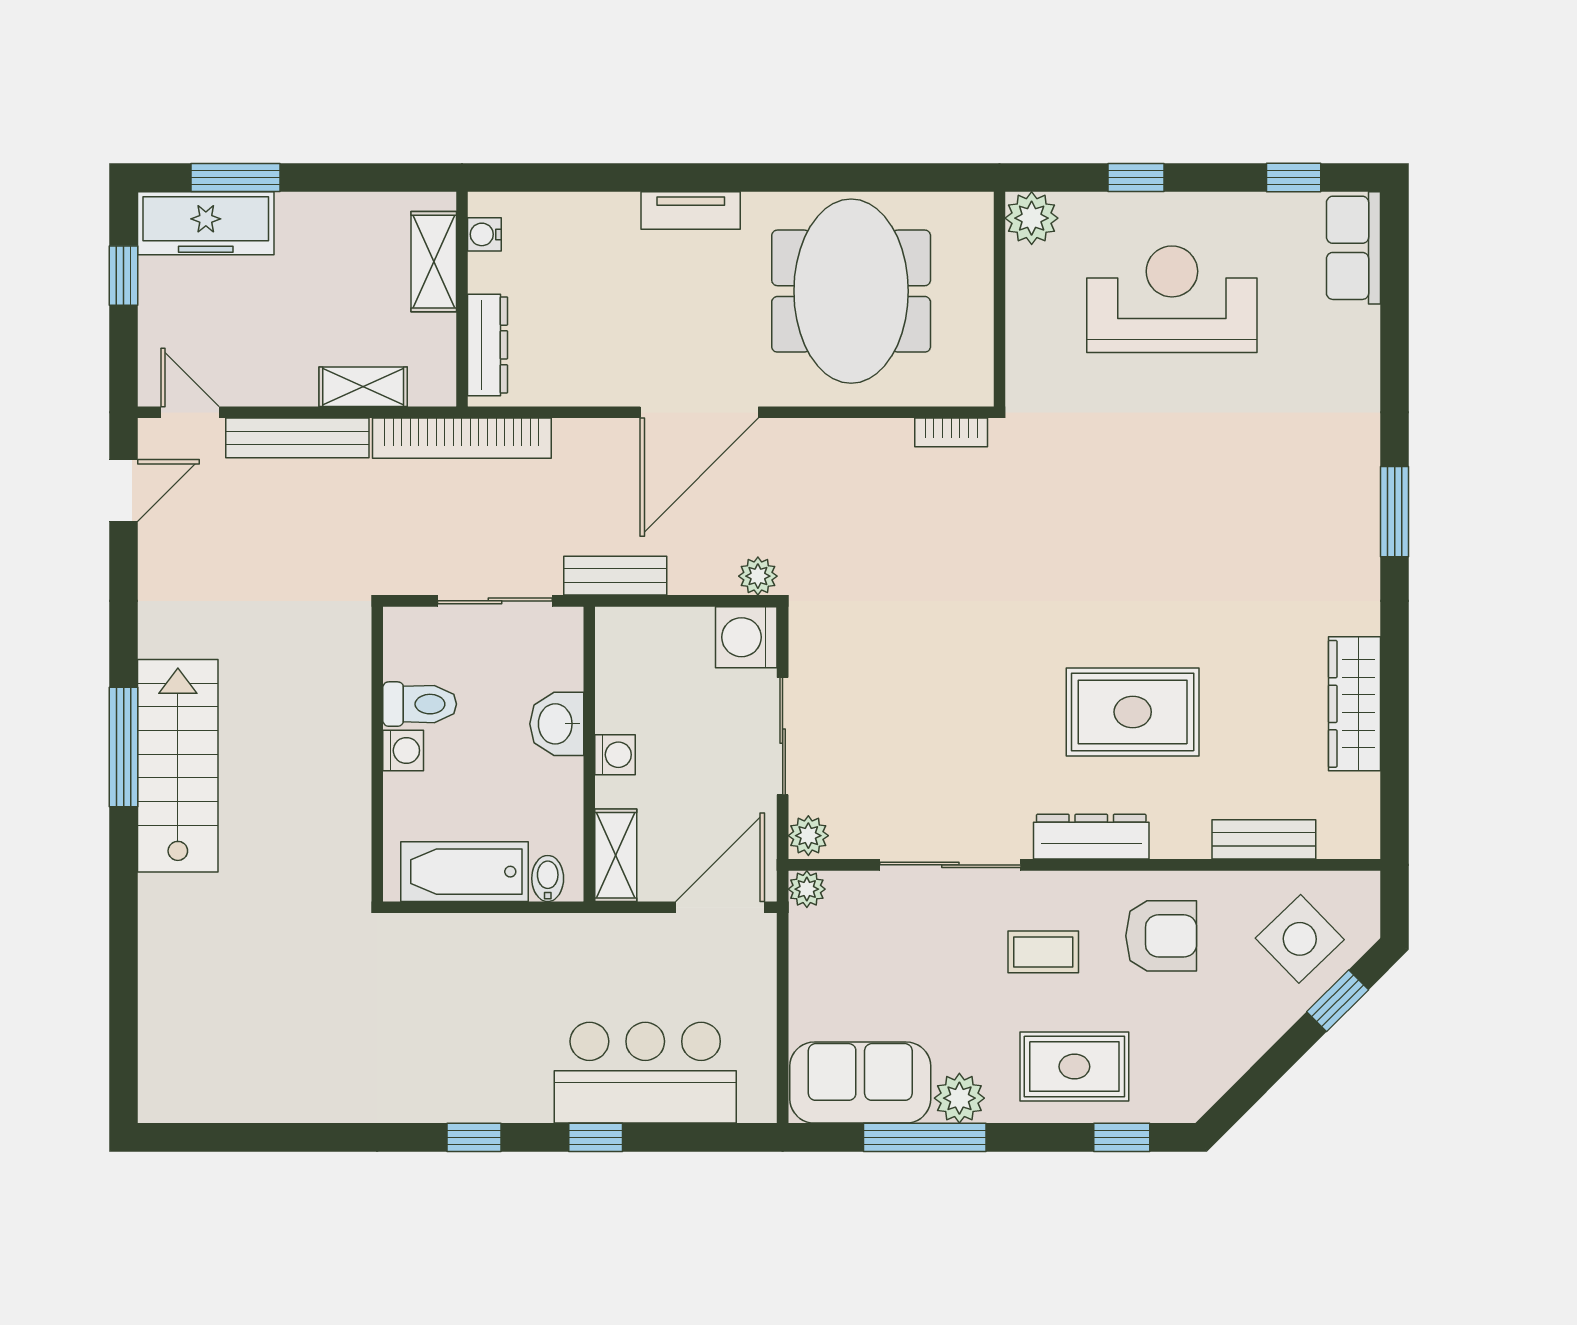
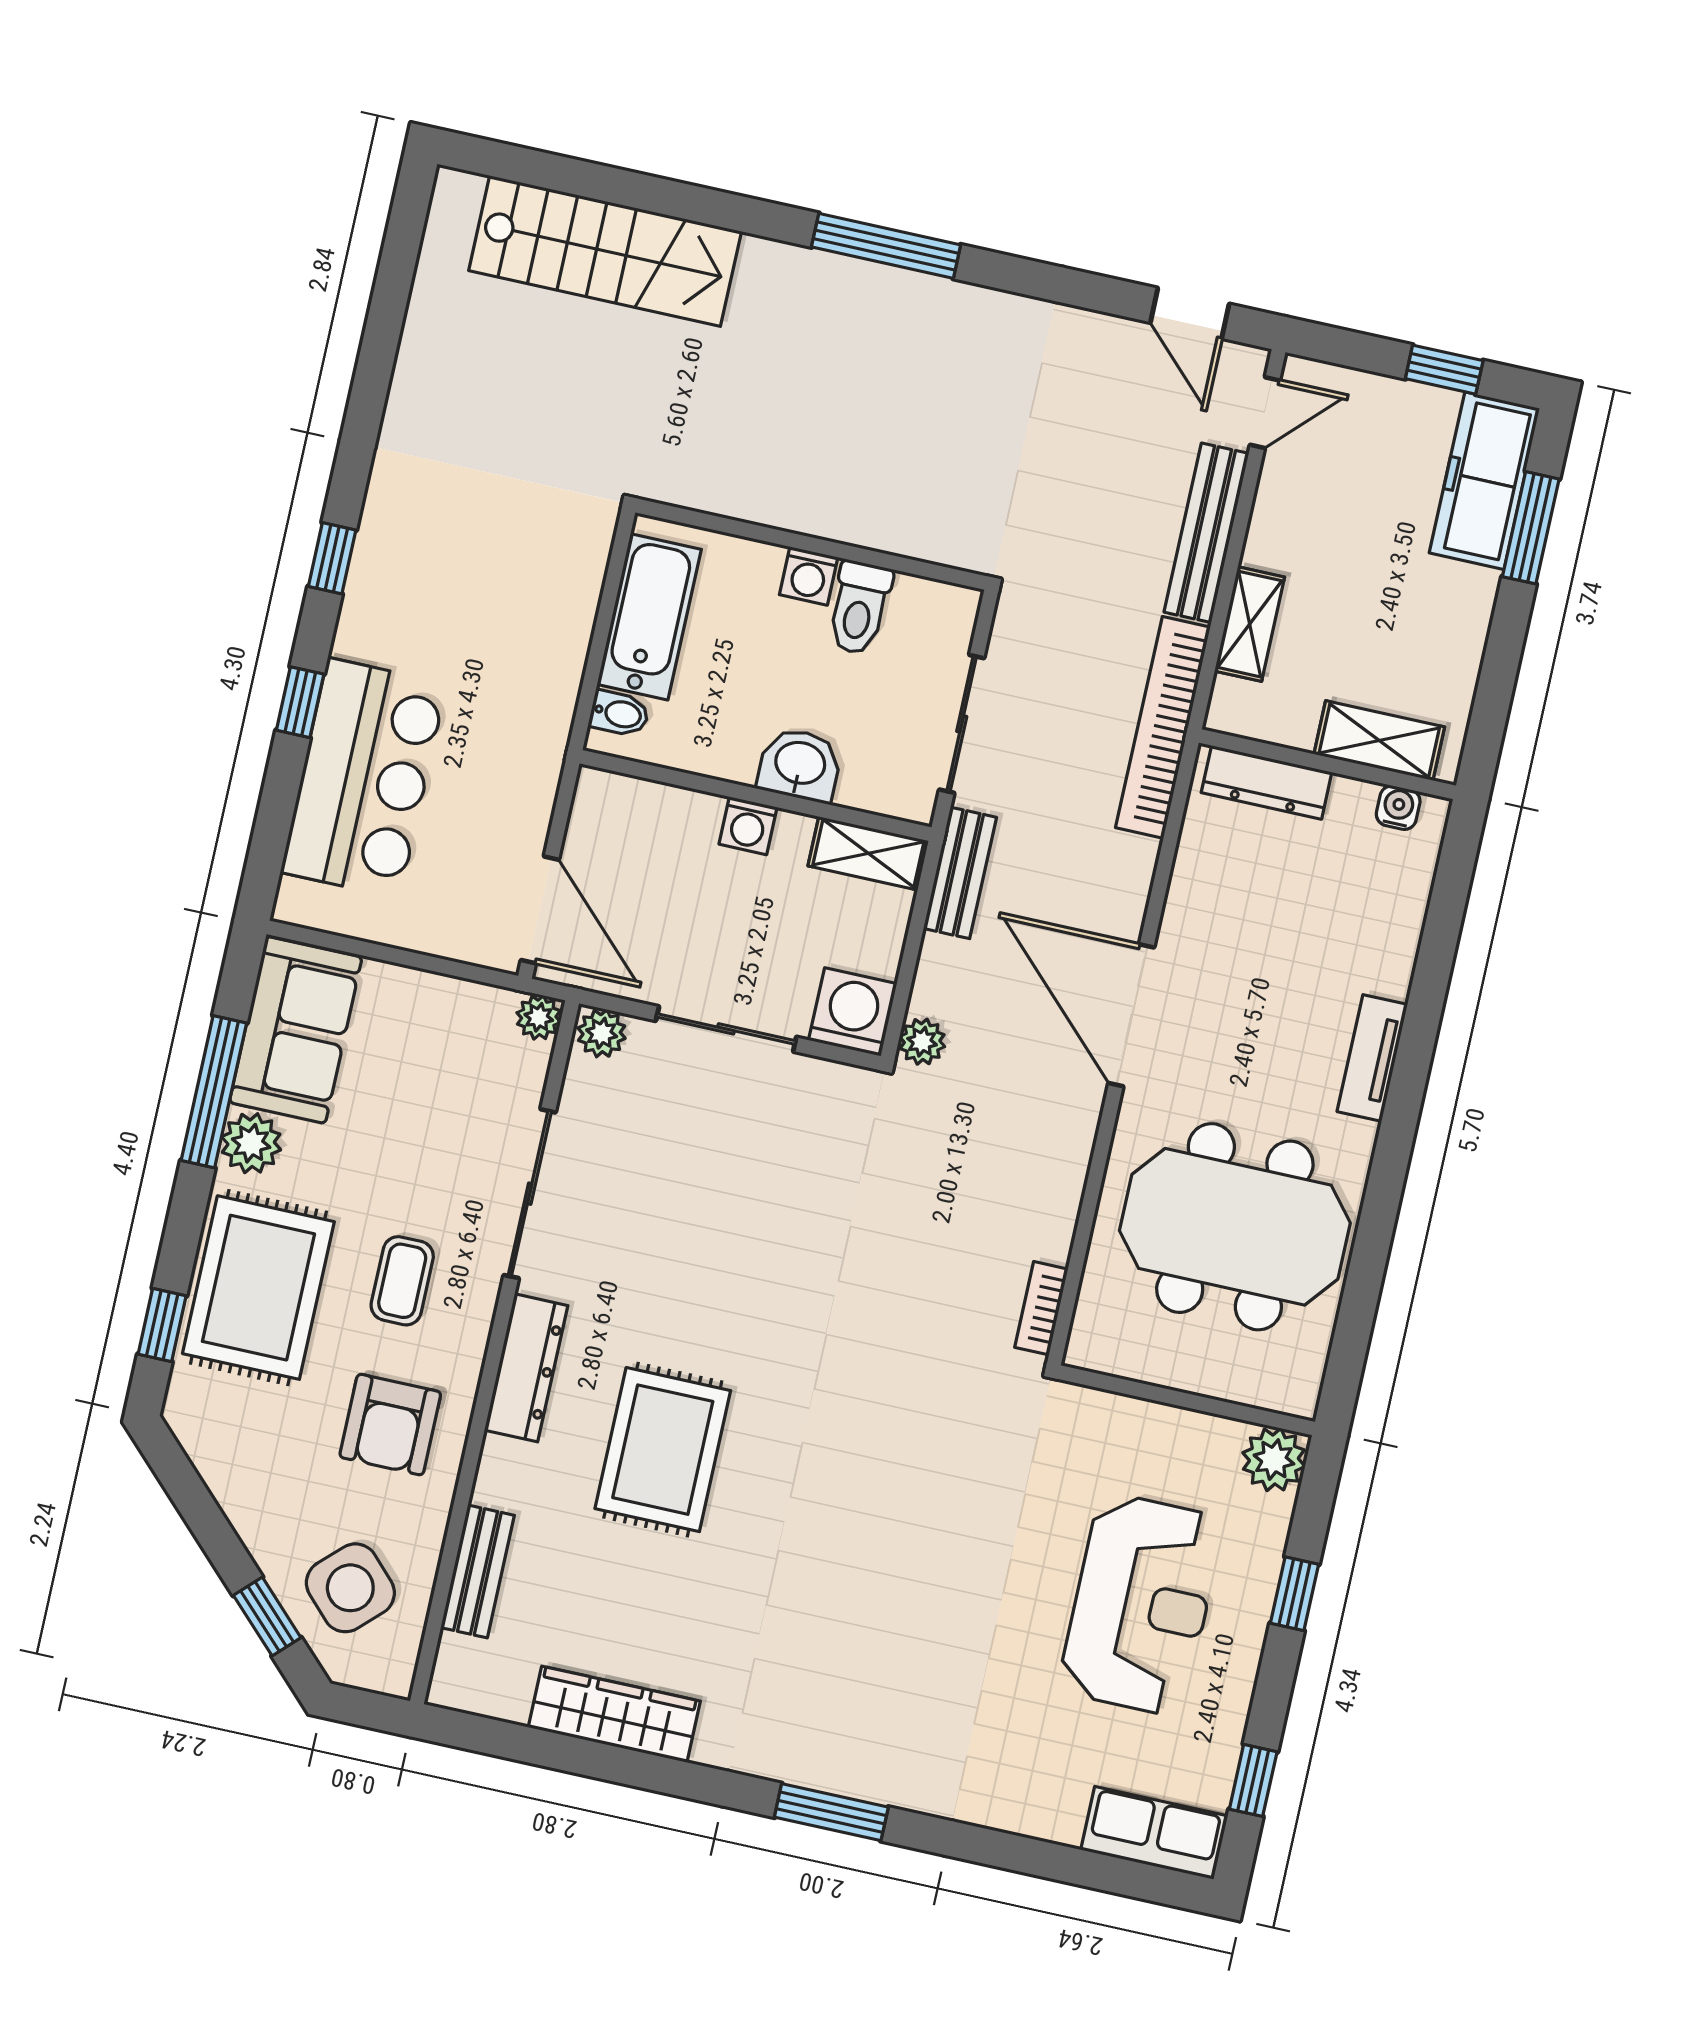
stairs: (178, 766) -> (605, 251), moved
shelving: (616, 855) -> (868, 853), moved
rug: (1074, 1067) -> (258, 1288), width x1.36, depth x1.43

